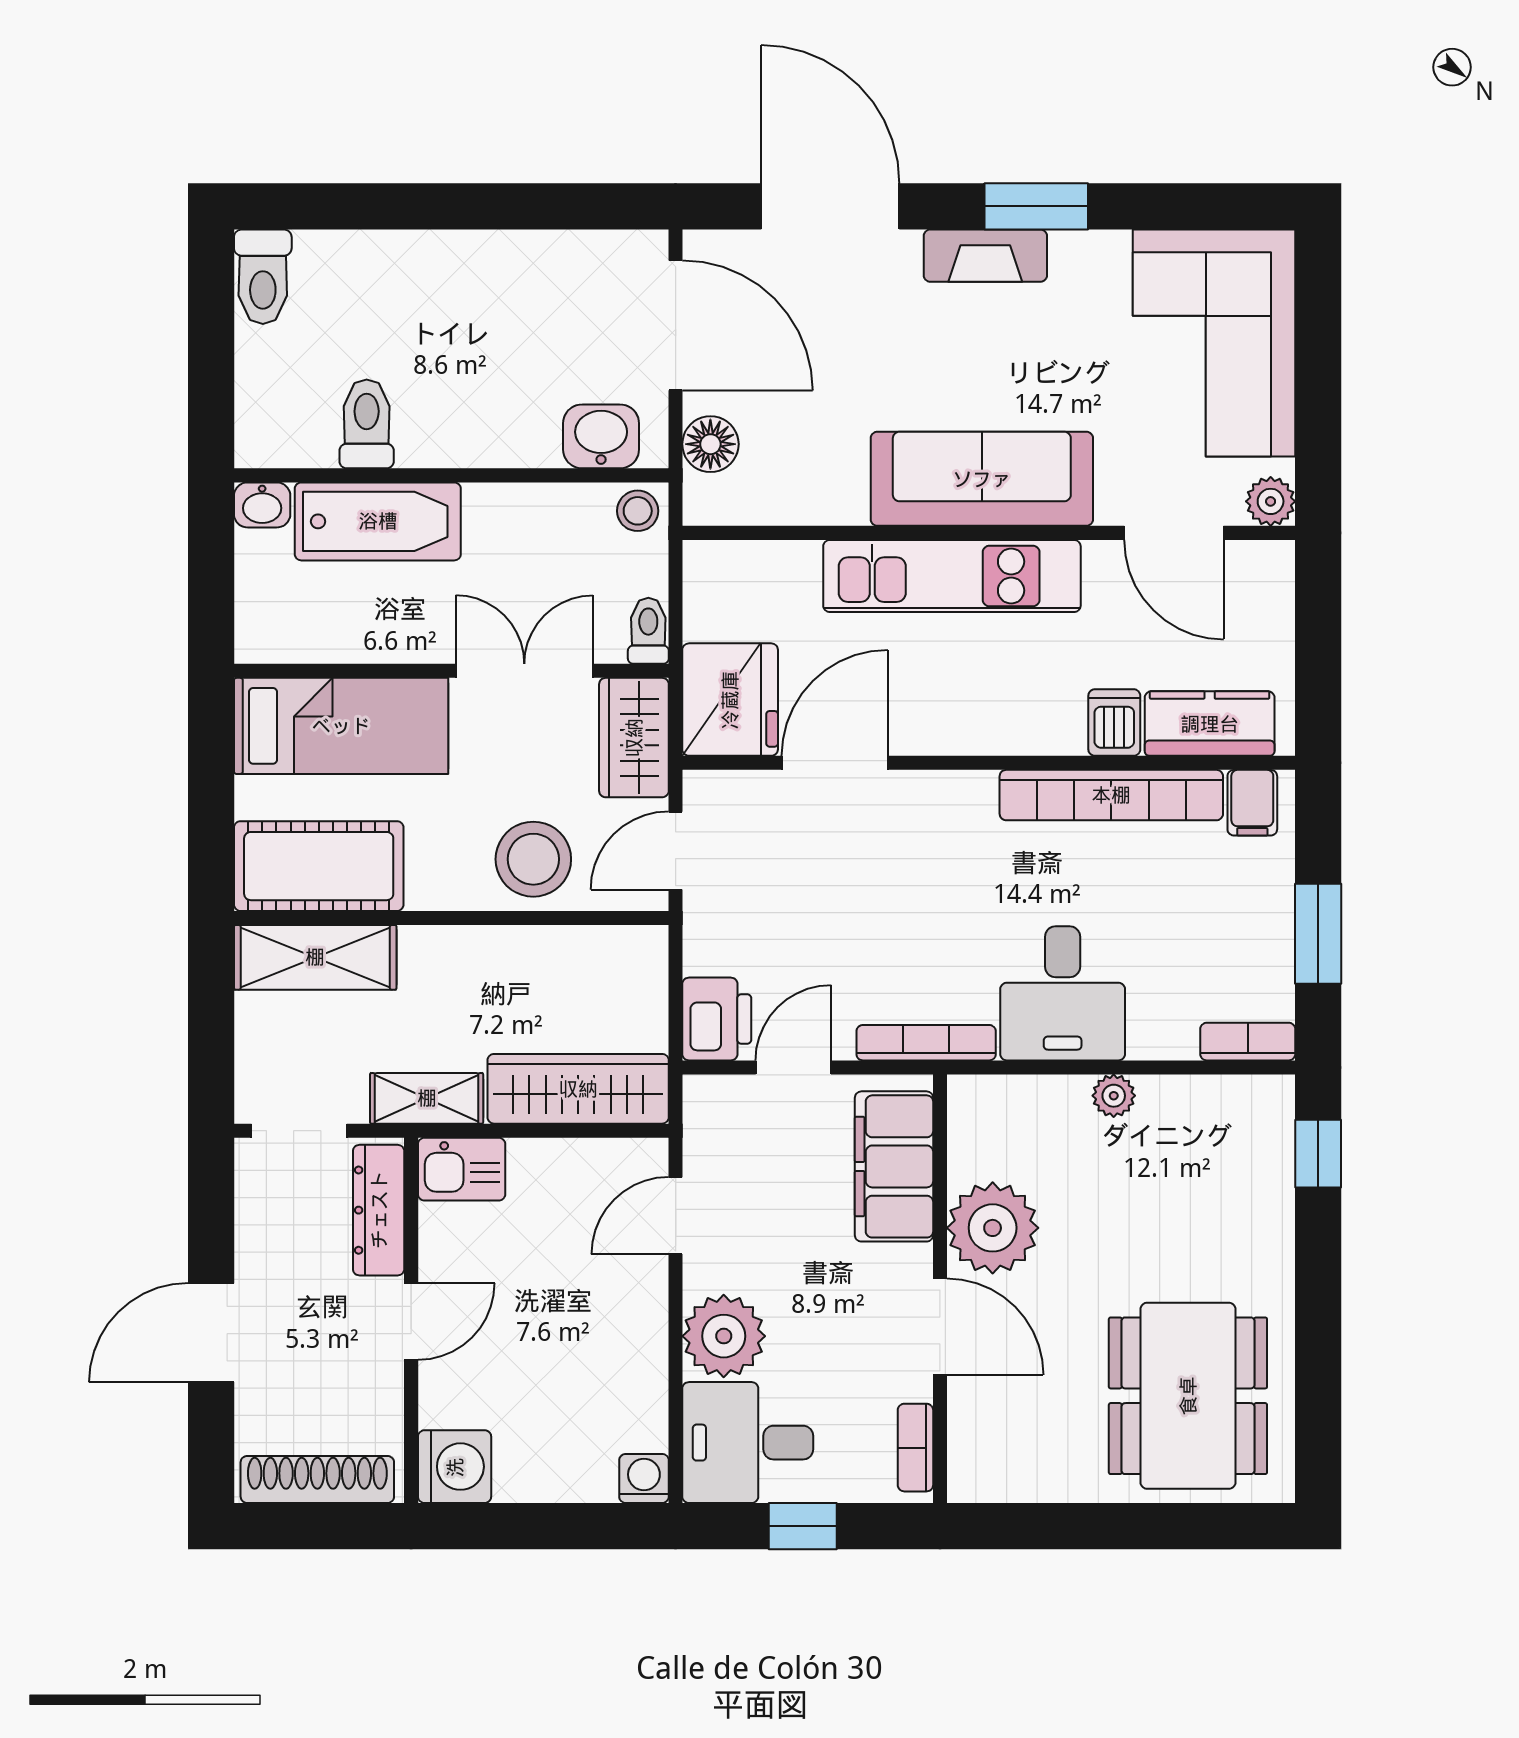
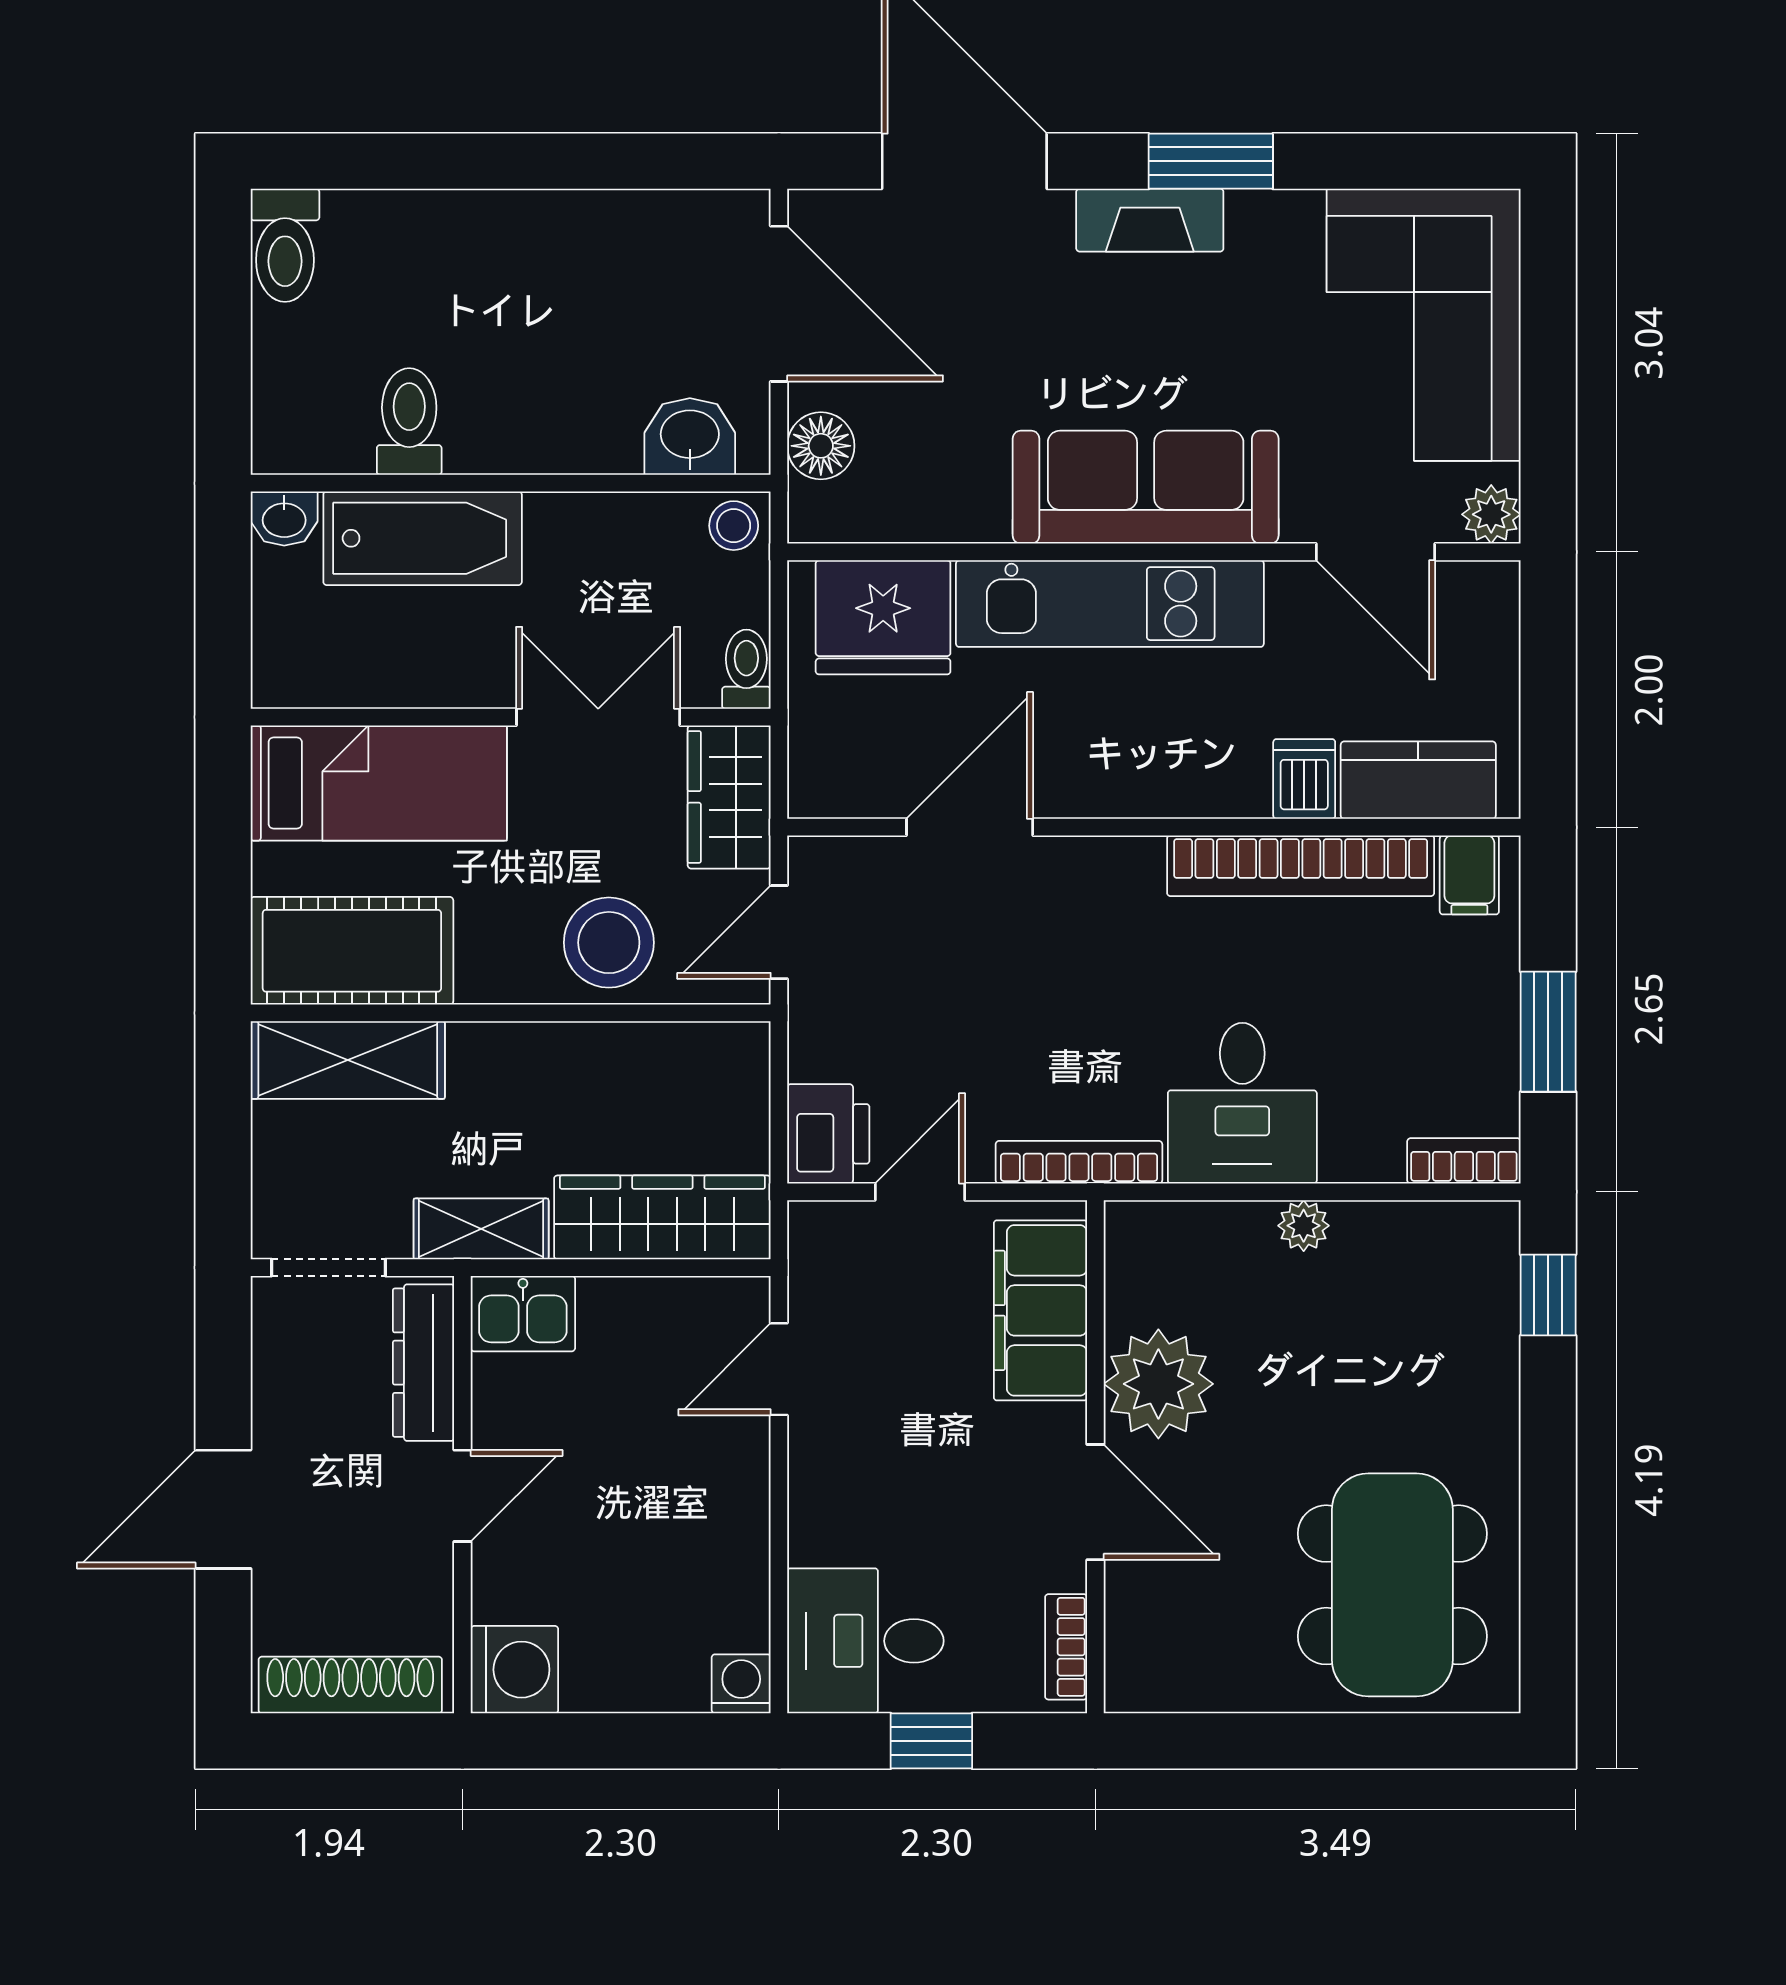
fridge: (730, 700) -> (883, 617), moved, turned 90
plant: (724, 1336) -> (837, 1513), removed

